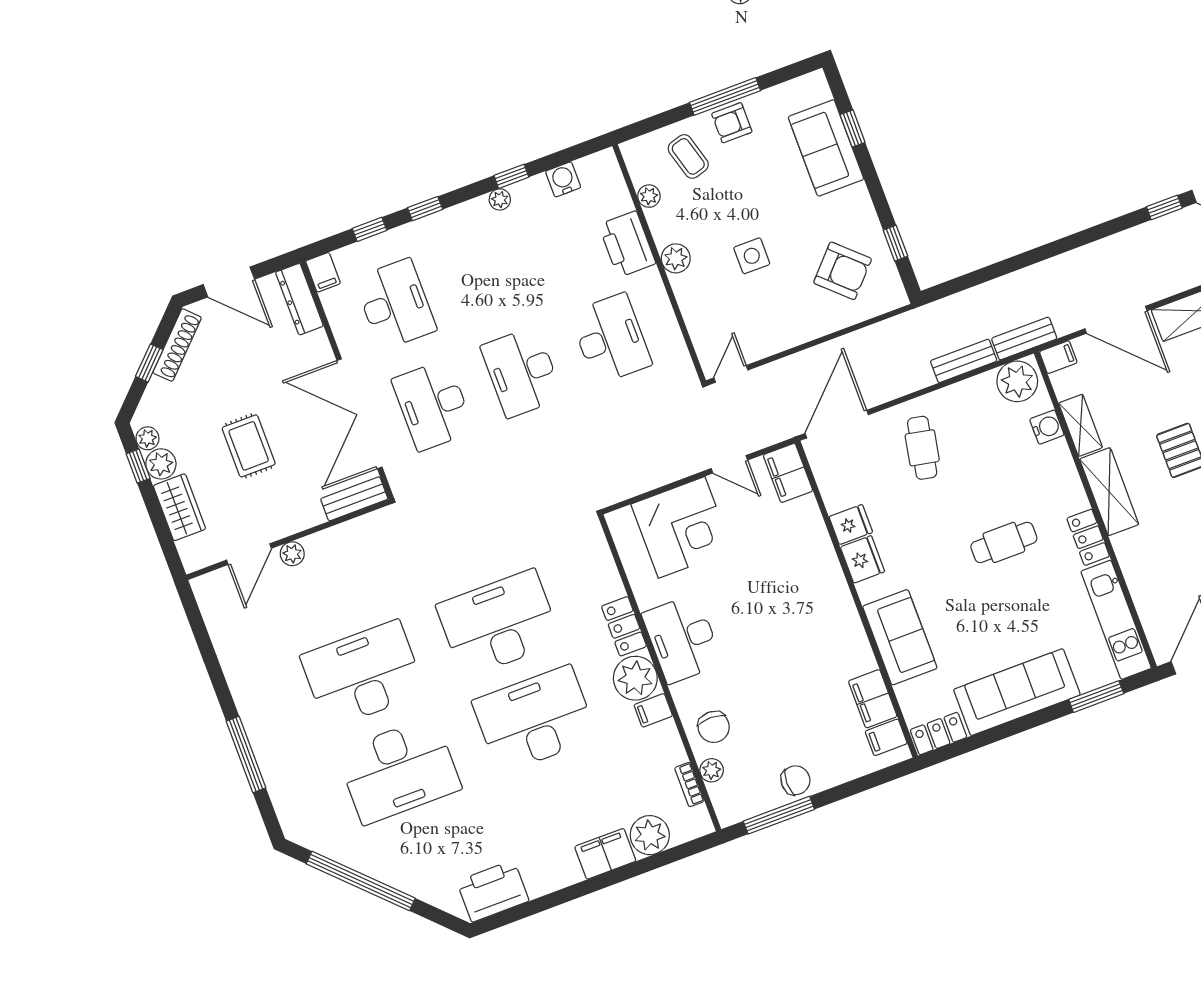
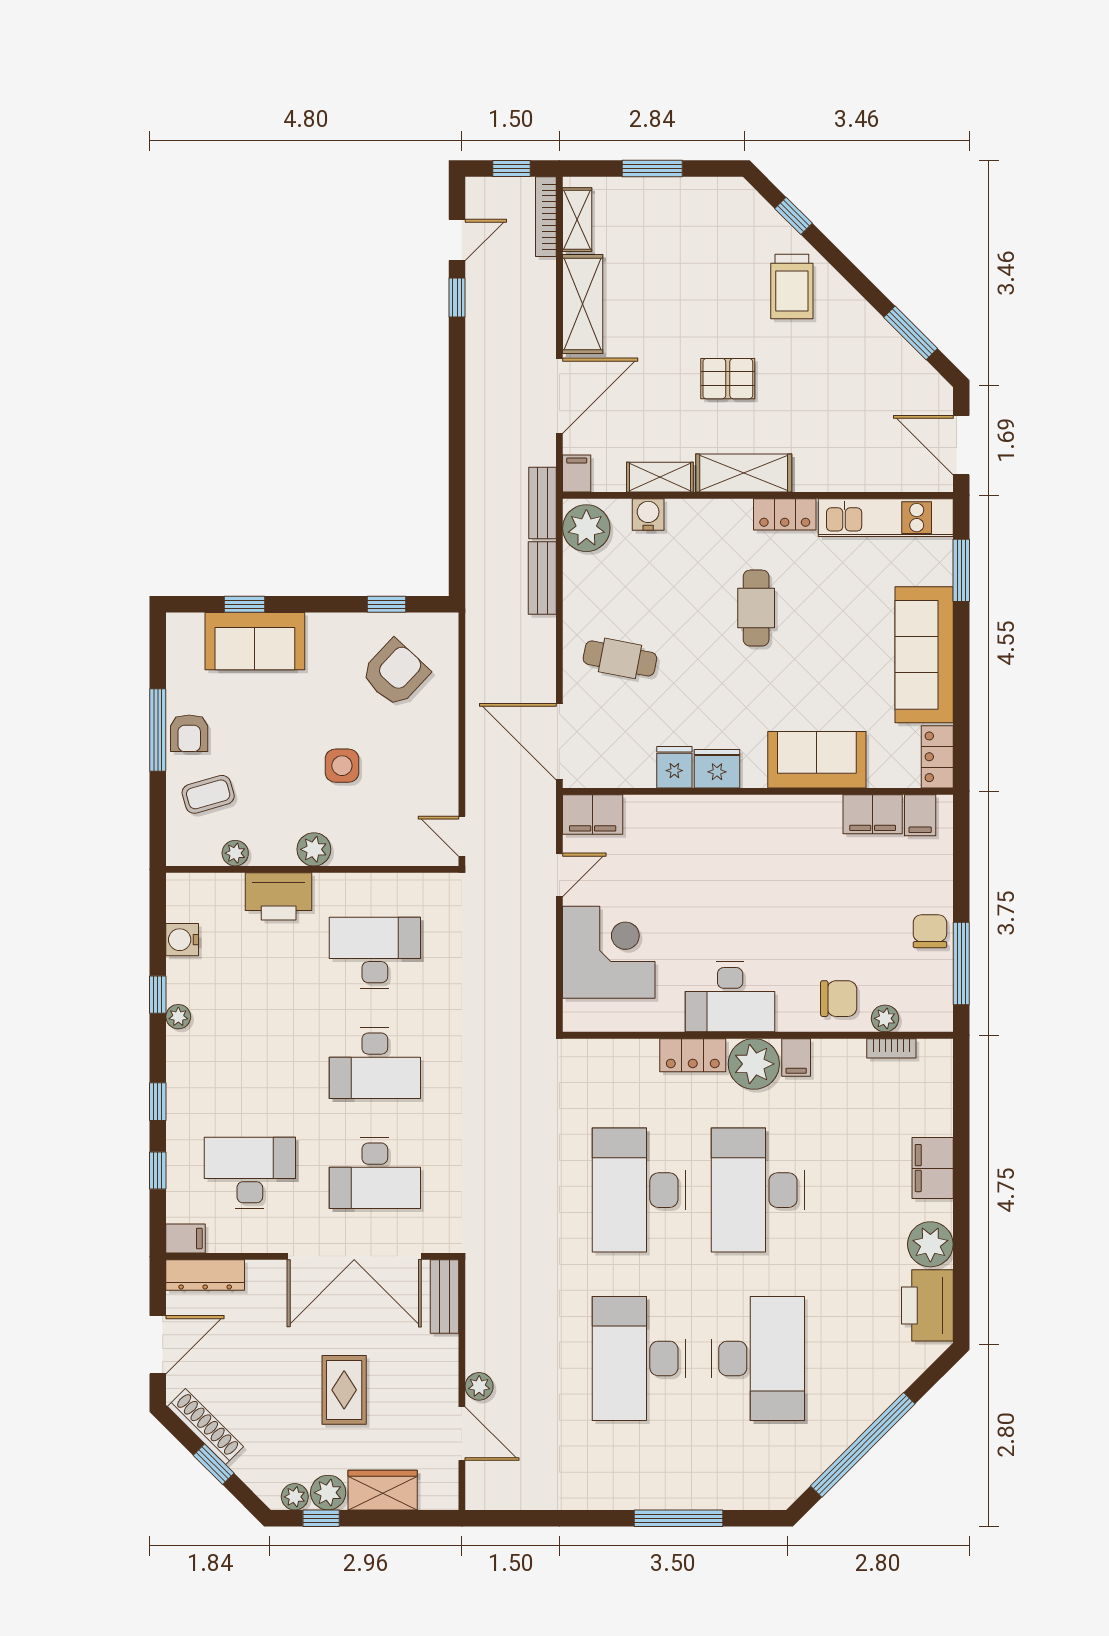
rug: (249, 446) -> (344, 1390), turned 90
plant: (650, 835) -> (930, 1244), moved

